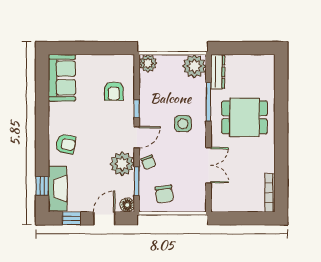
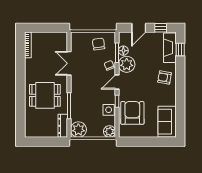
armchair: (114, 91) -> (132, 113), width x1.88, depth x1.88
side table: (183, 124) -> (109, 110), moved
floor lamp: (127, 205) -> (123, 51), moved

